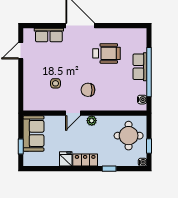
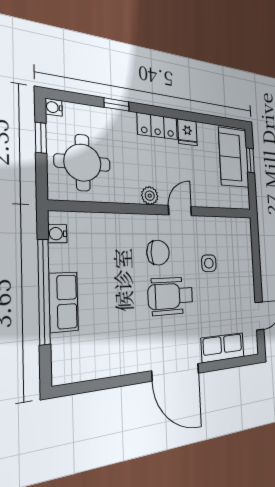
wheelchair: (107, 53) -> (171, 296), moved
sofa: (33, 133) -> (234, 157), moved

